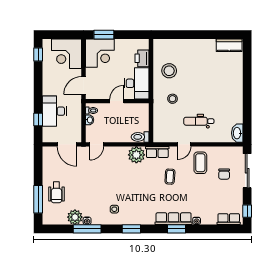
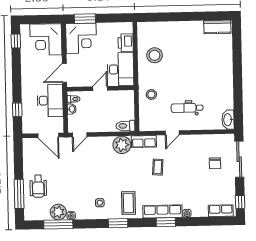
stool: (172, 99) -> (151, 94), moved
desk: (54, 111) -> (50, 100), moved, turned 180
coffee table: (200, 163) -> (128, 203), moved
window: (87, 229) -> (58, 224), moved

